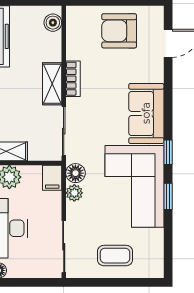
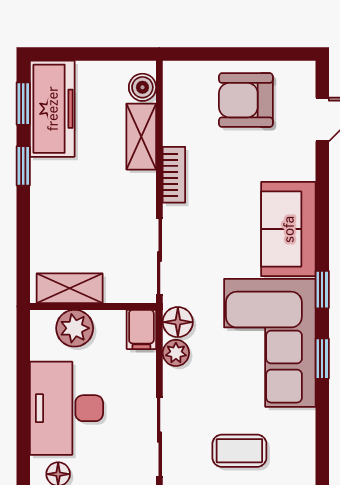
shelving: (52, 84) -> (141, 137), moved

